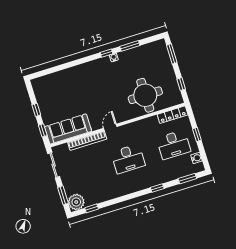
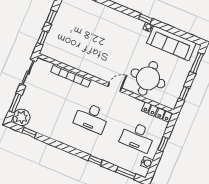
window: (130, 46) -> (169, 29), removed
door: (110, 127) -> (115, 87), moved
sofa: (68, 129) -> (171, 43), moved, turned 180

